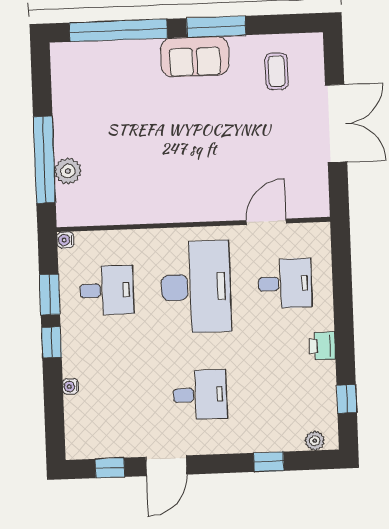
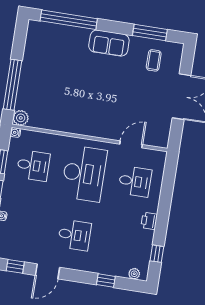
window: (216, 27) -> (150, 32), moved
plant: (68, 171) -> (21, 118), moved

